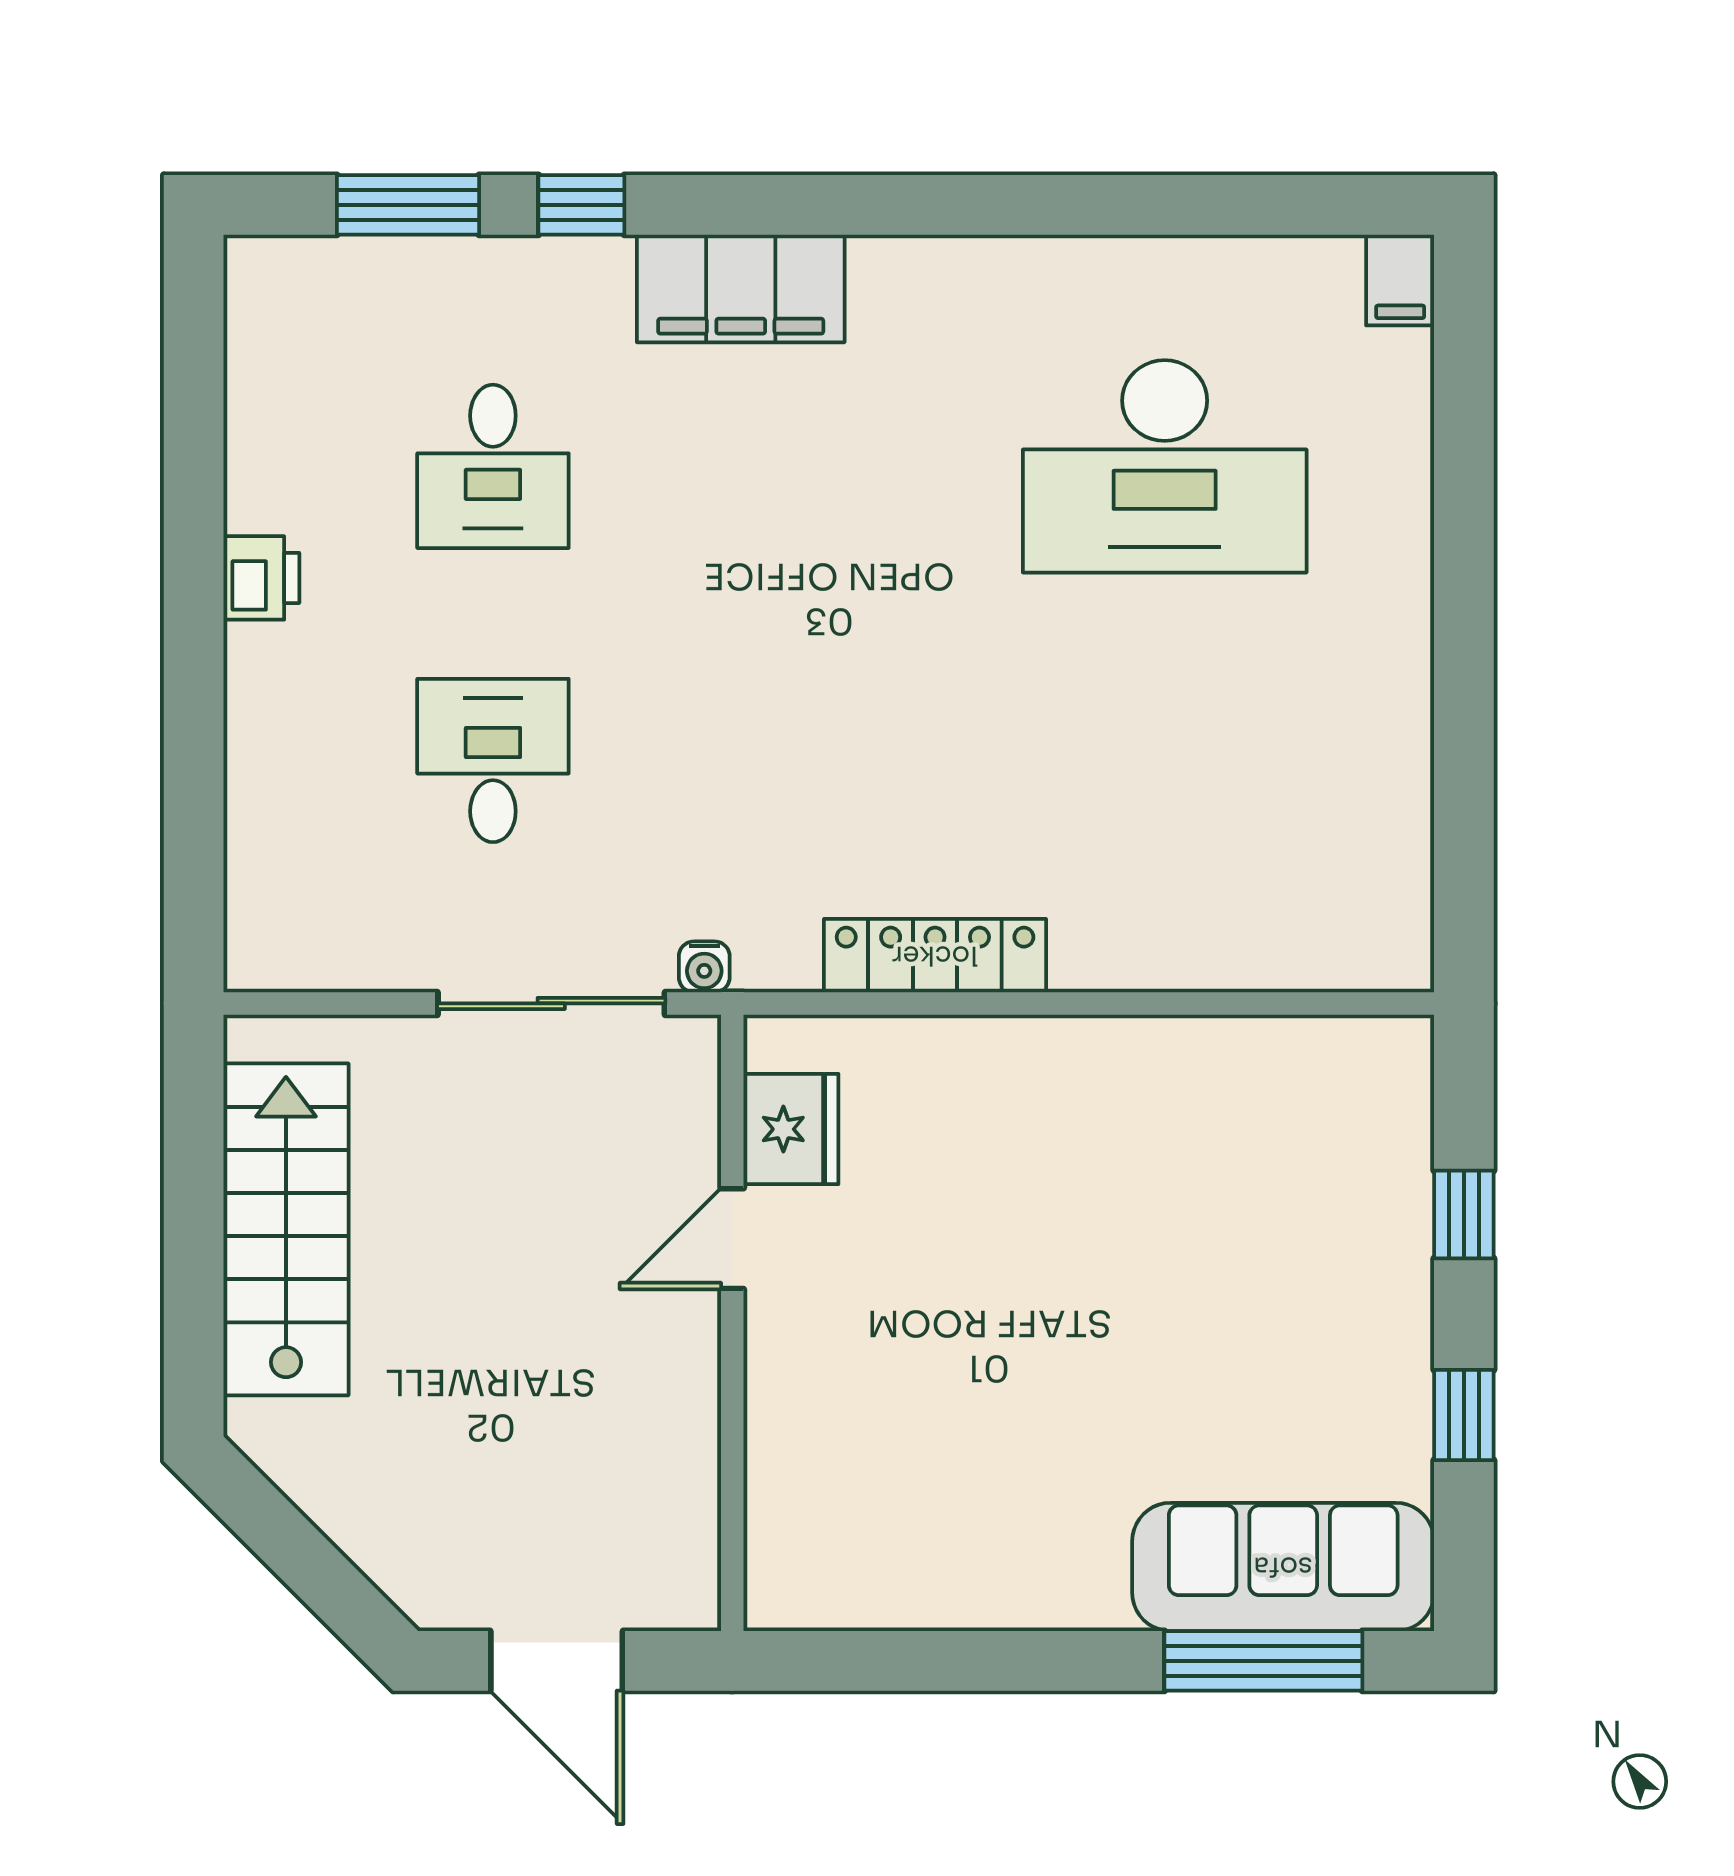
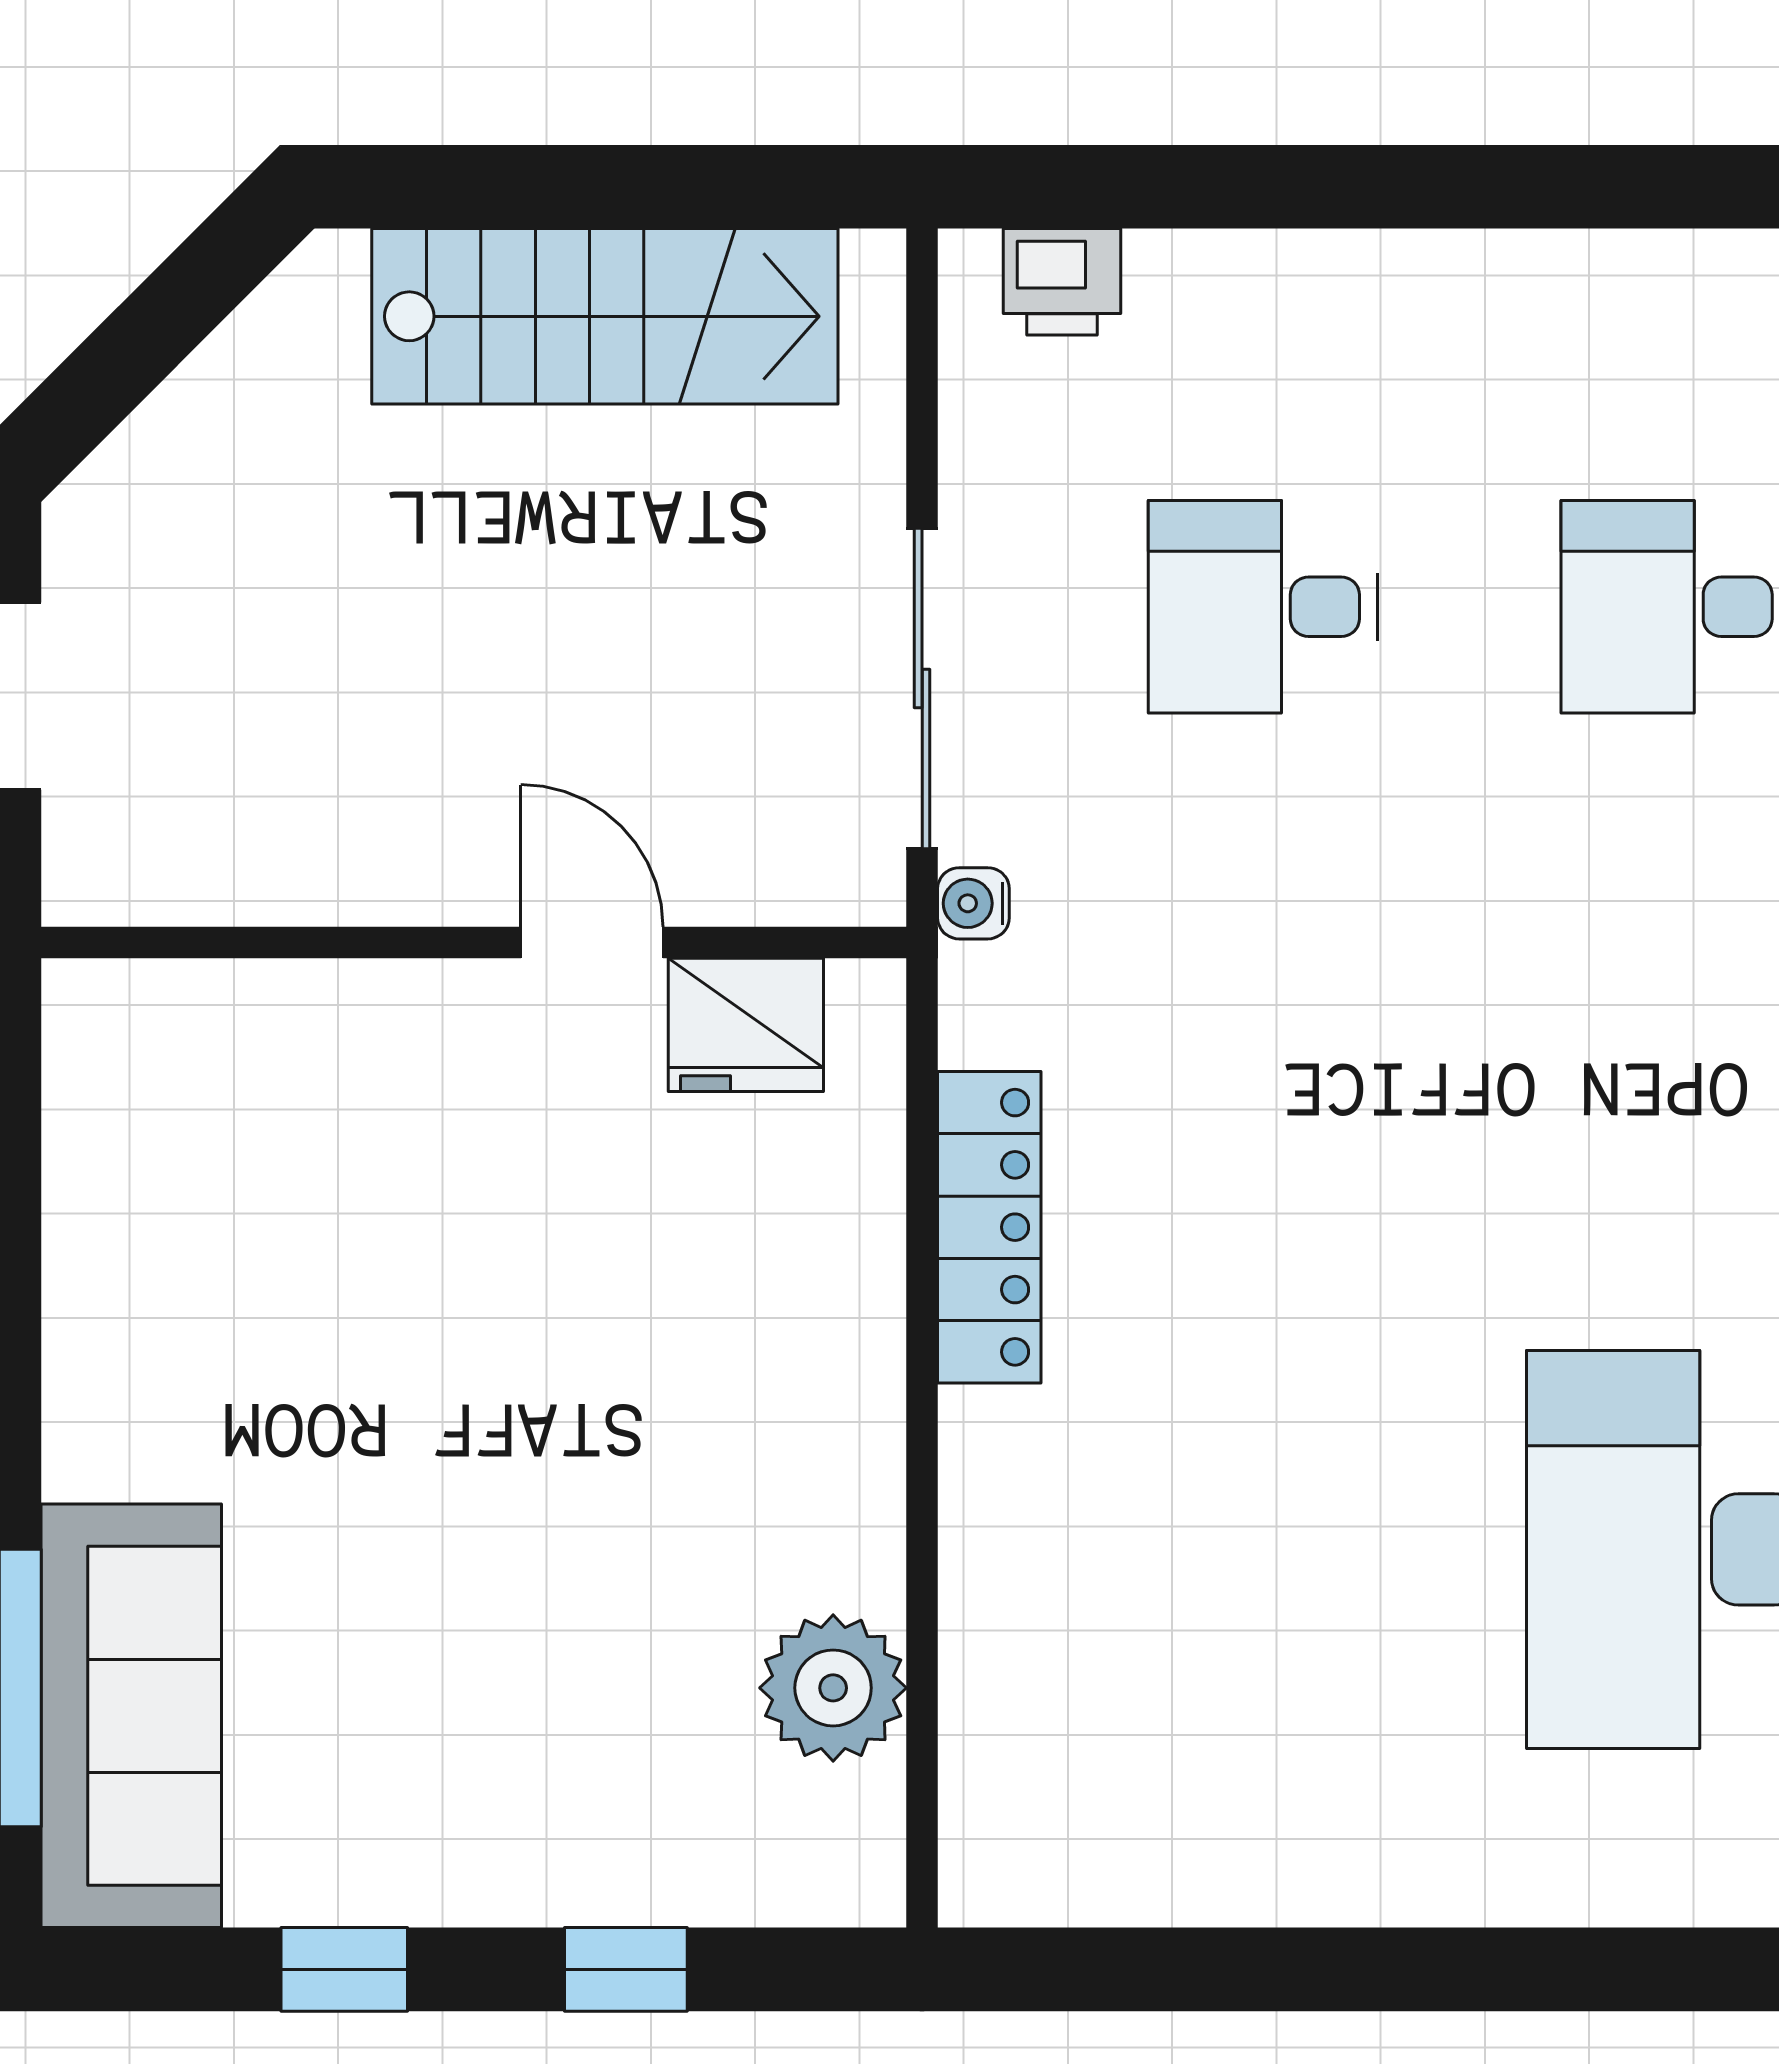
printer: (261, 578) -> (1062, 282), moved
desk: (493, 761) -> (1263, 607), turned 180
plant: (1263, 1067) -> (833, 1688), added

